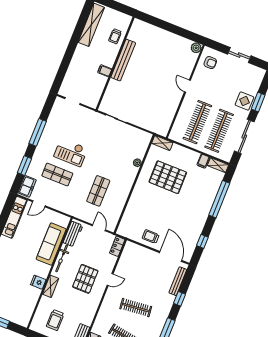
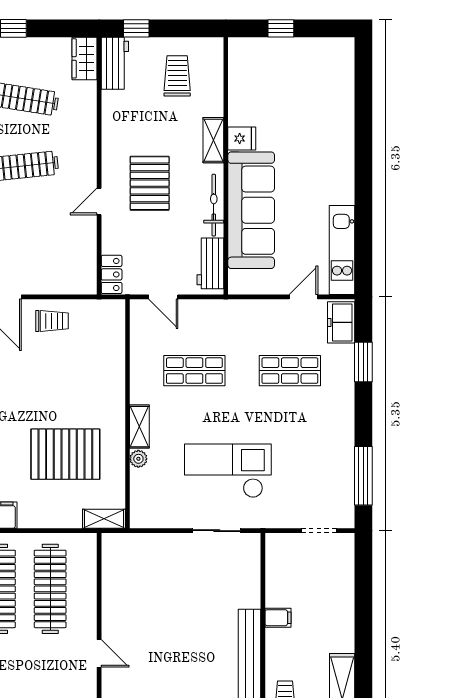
window: (38, 132) -> (363, 476), moved
checkout: (71, 152) -> (228, 471), moved, width x1.36, depth x1.21
shelving: (131, 176) -> (139, 427), added
shop shelf: (98, 191) -> (194, 371), turned 90
sofa: (51, 244) -> (251, 210), width x1.36, depth x1.27

